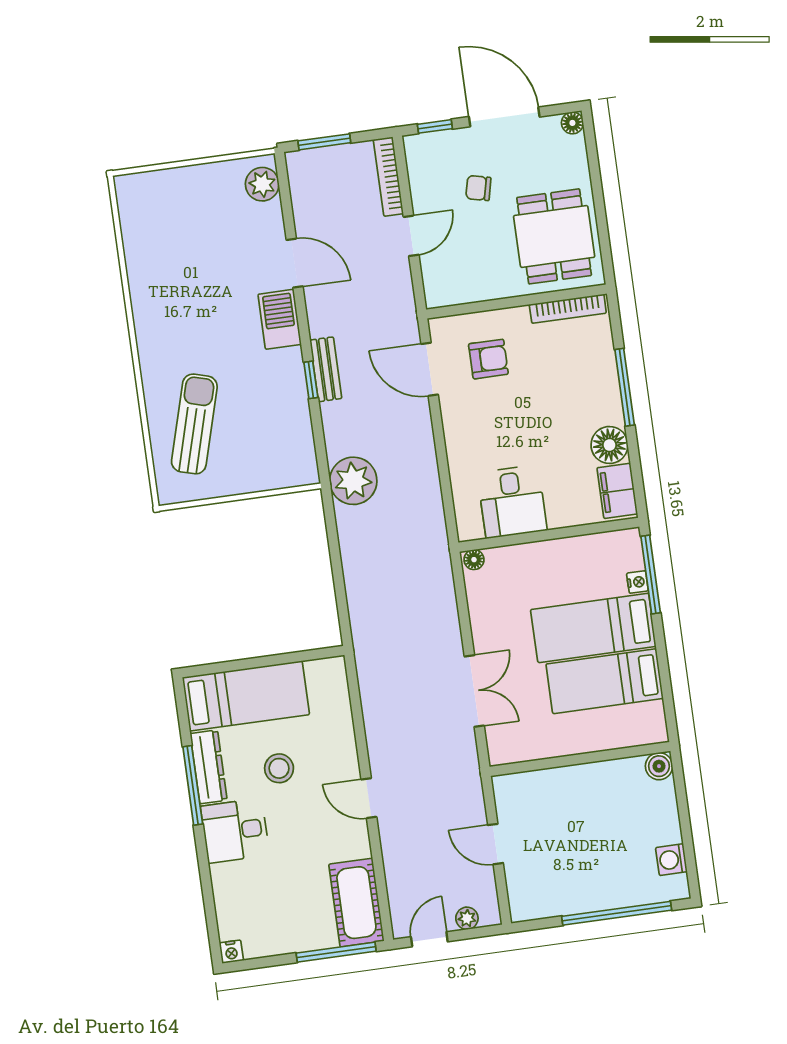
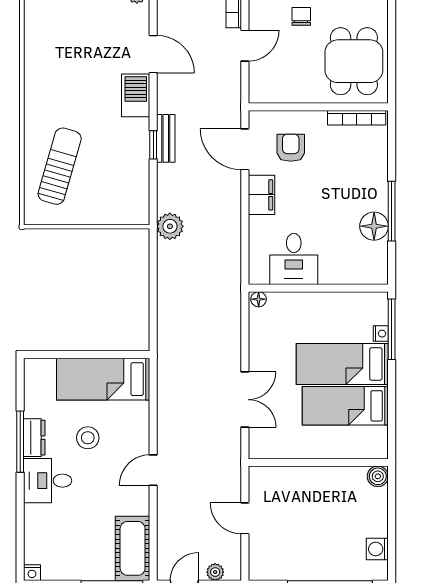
chair: (478, 188) -> (301, 16), turned 77
armchair: (488, 359) -> (291, 148), turned -90
window: (625, 387) -> (392, 211), moved
plant: (353, 481) -> (170, 226), width x0.73, depth x0.73
filing cabinet: (617, 491) -> (261, 195), moved, turned 180
bed: (246, 696) -> (103, 379), moved, turned 180
dresser: (209, 767) -> (34, 438), width x0.70
door: (369, 798) -> (153, 470), hinge flipped

